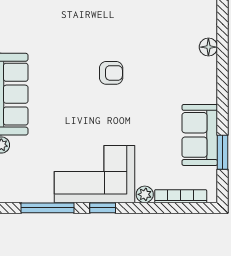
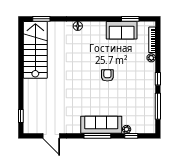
armchair: (111, 73) -> (107, 75), moved
corner sofa: (94, 174) -> (141, 83), removed

